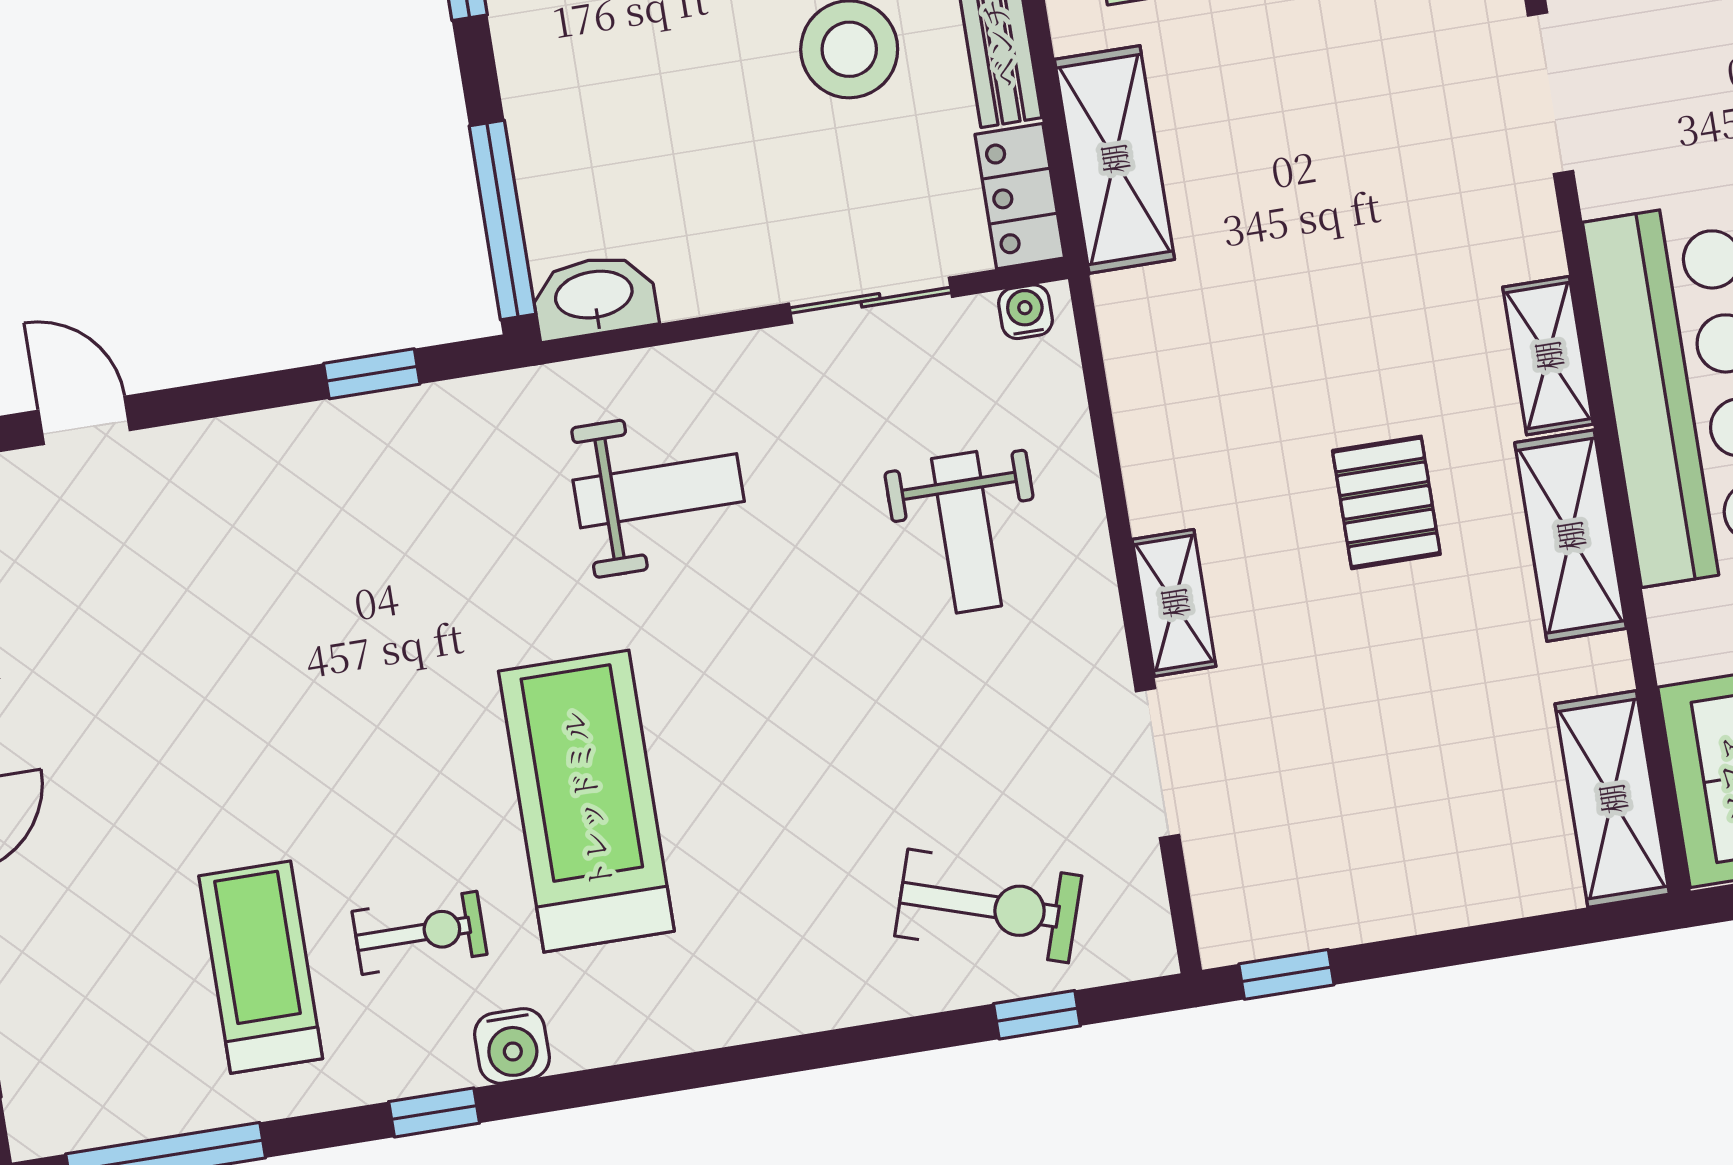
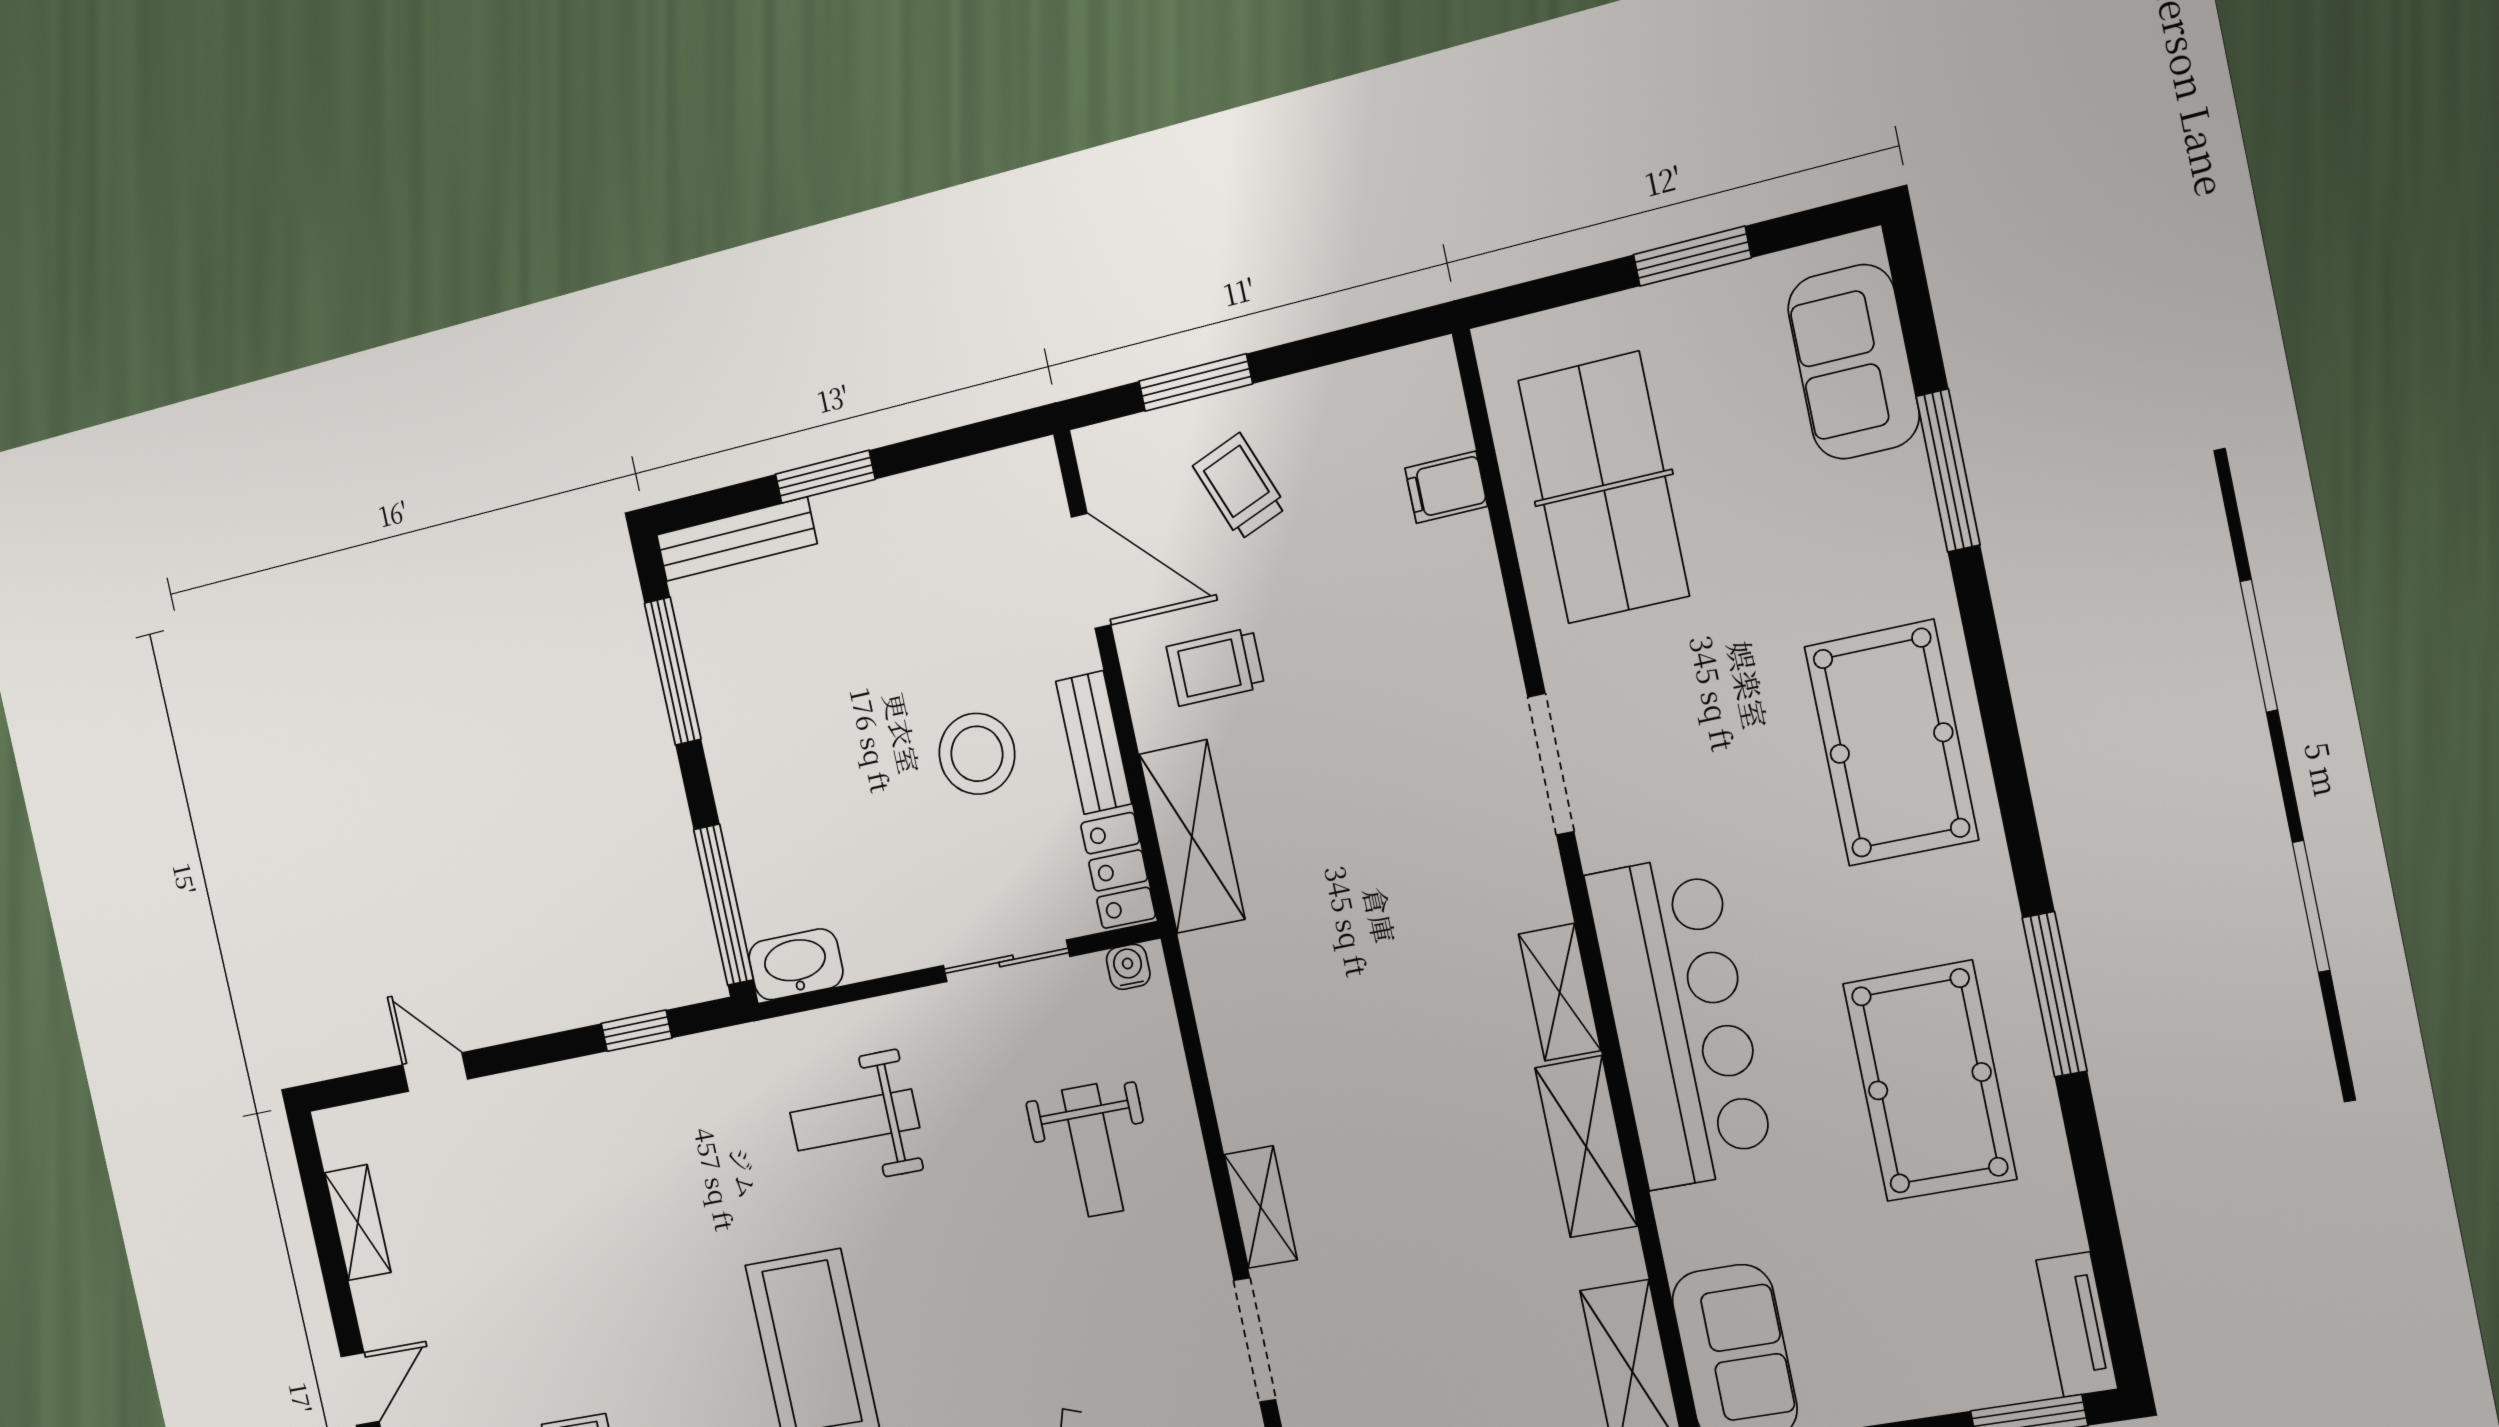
weight bench: (659, 491) -> (854, 1120), turned 180
pallet: (1386, 502) -> (1430, 1121), removed

